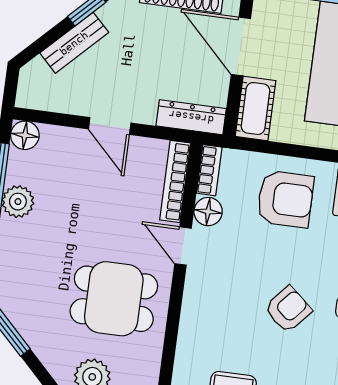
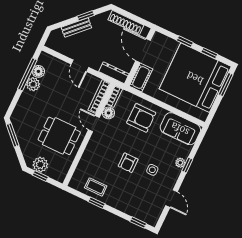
floor lamp: (25, 135) -> (38, 71), moved
armchair: (288, 309) -> (128, 163), turned 139

